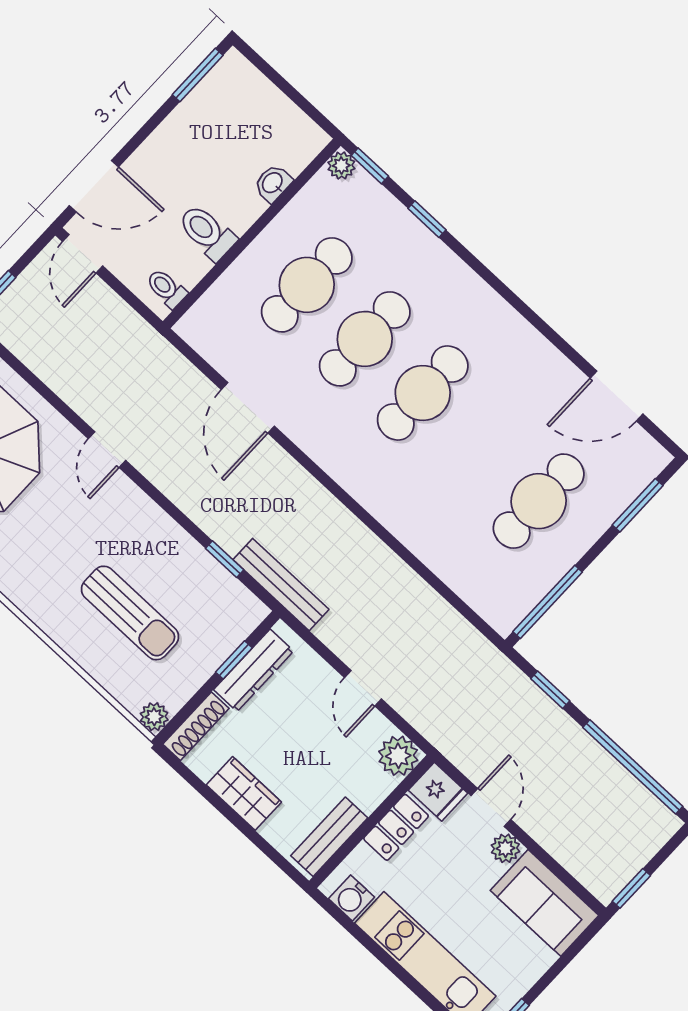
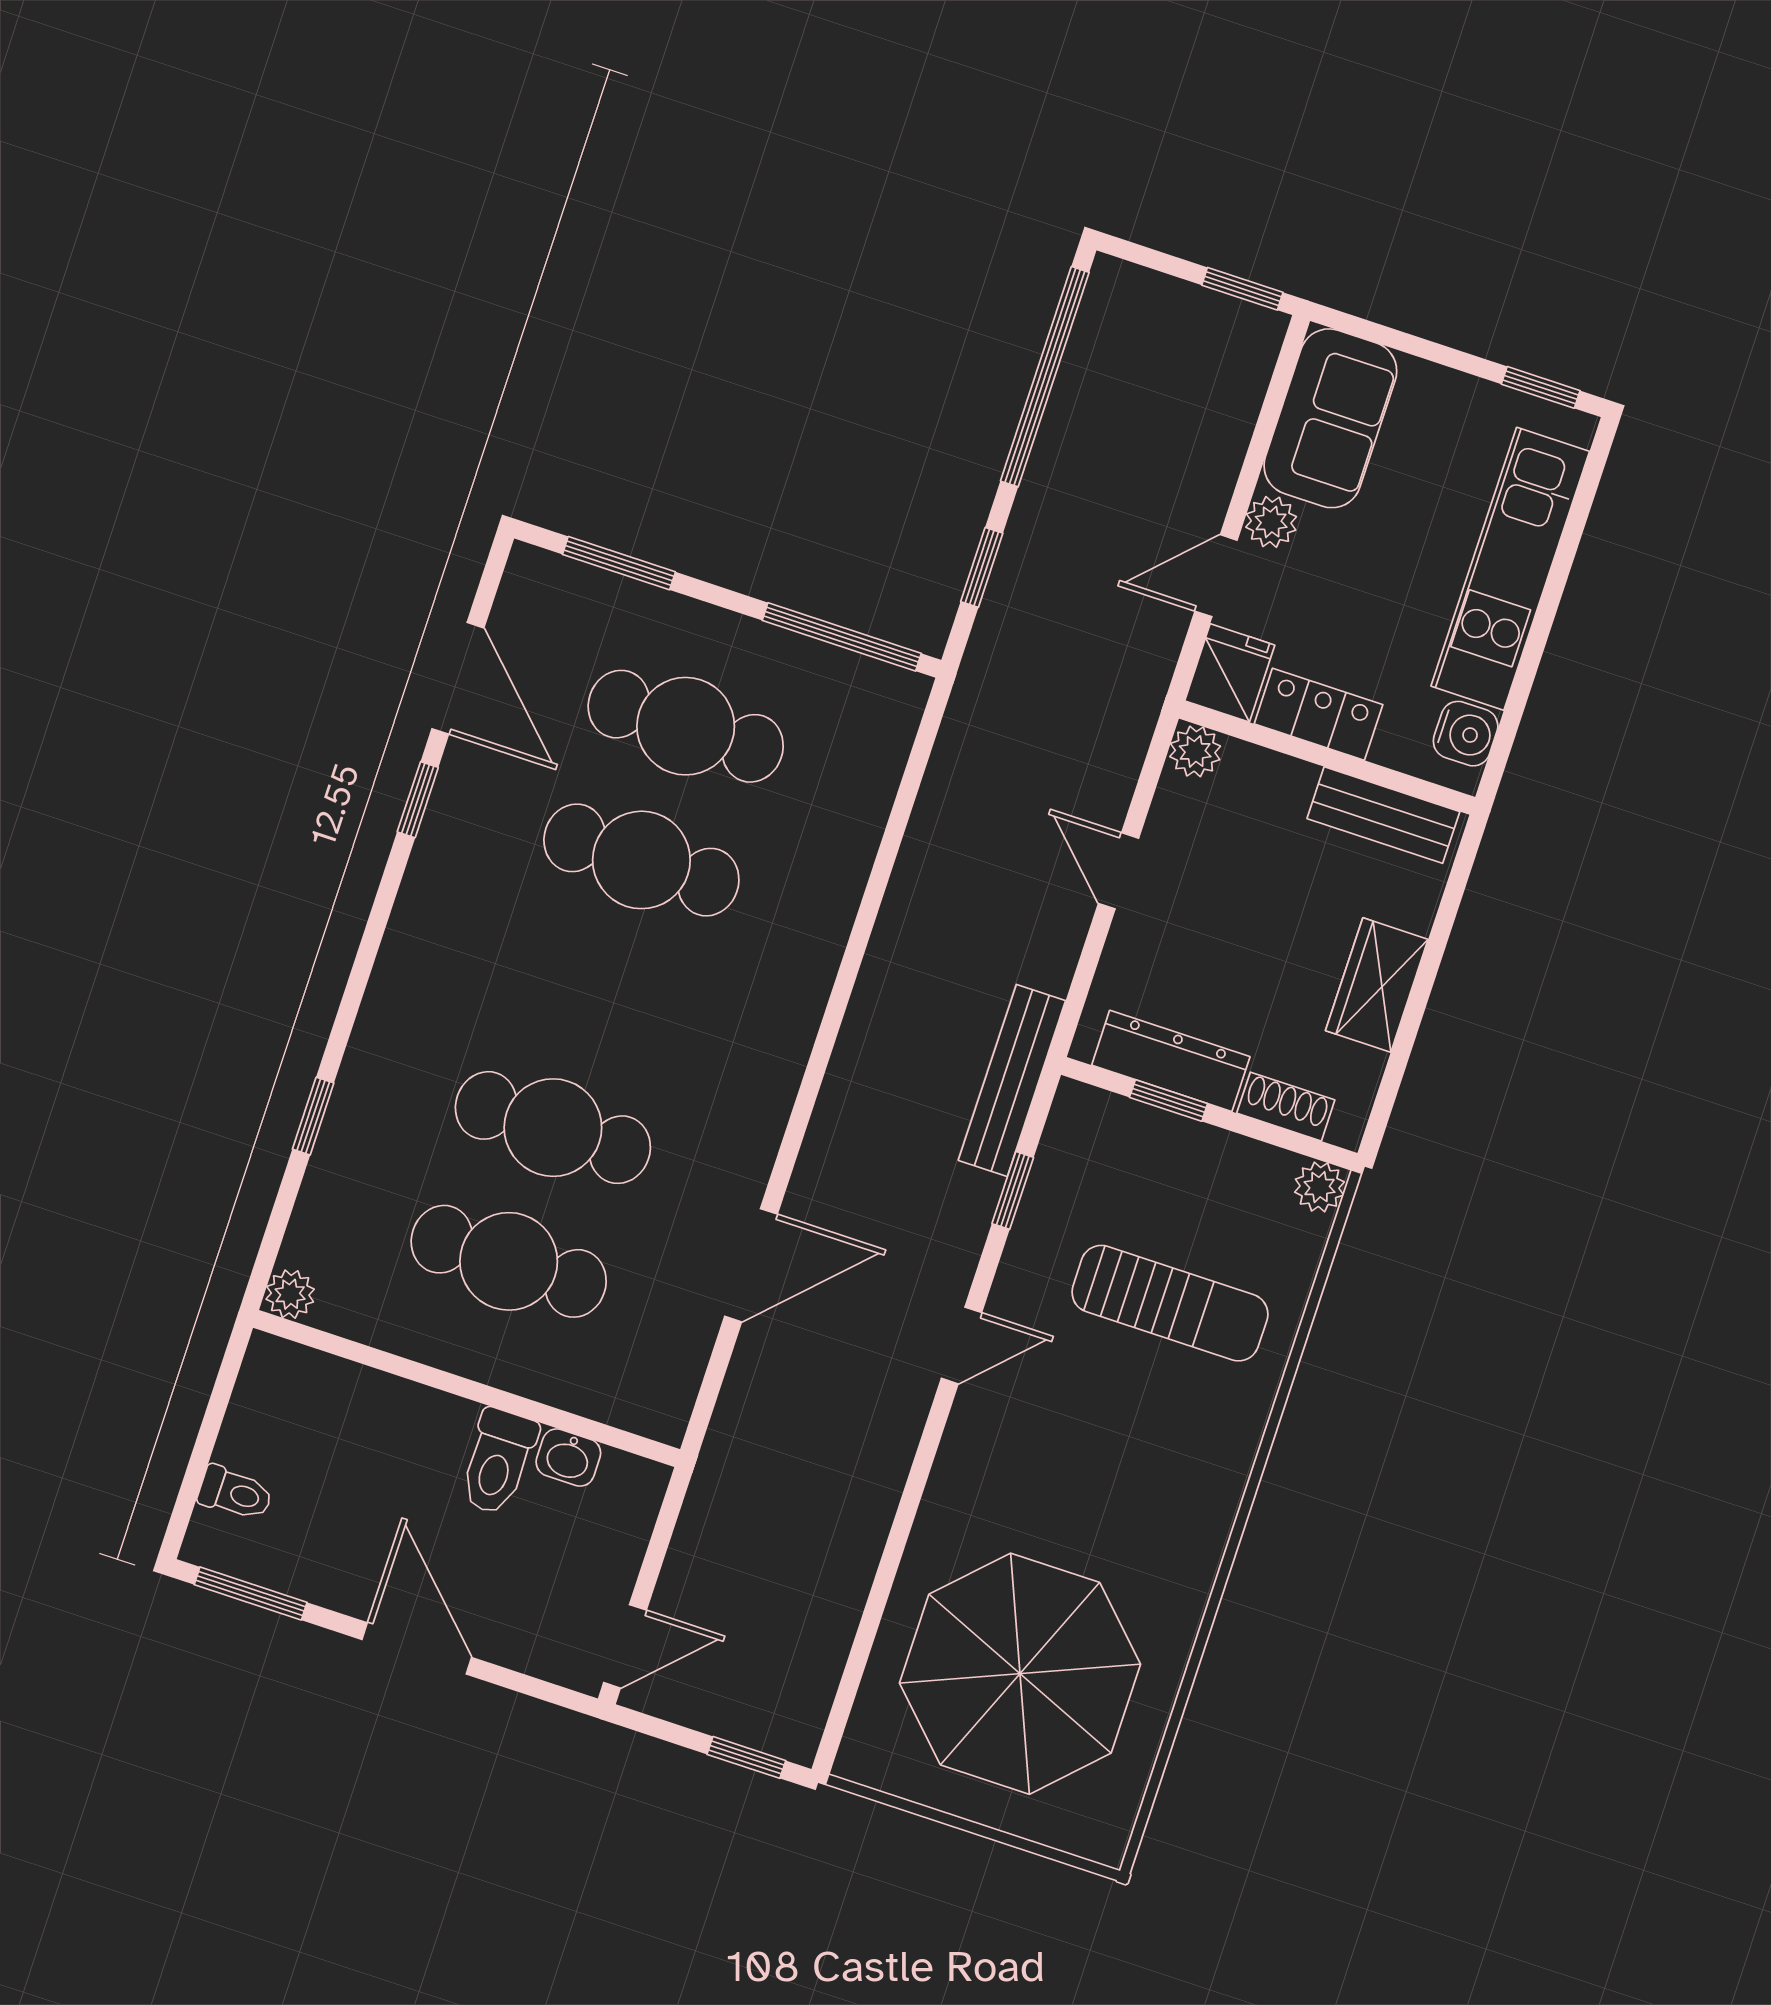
window: (370, 166) -> (418, 800), moved
washbasin: (273, 183) -> (568, 1457), moved
door: (94, 186) -> (417, 1648), moved
toilet: (166, 288) -> (235, 1493), moved, turned -90
cafe table: (423, 393) -> (641, 860), moved
door: (107, 450) -> (961, 1345), moved
sun lounger: (130, 613) -> (1170, 1303), turned 90
door: (363, 688) -> (1118, 871), swing flipped
shoe rack: (196, 726) -> (1286, 1107), width x0.70
plant: (398, 756) -> (1195, 751), width x0.73, depth x0.73

